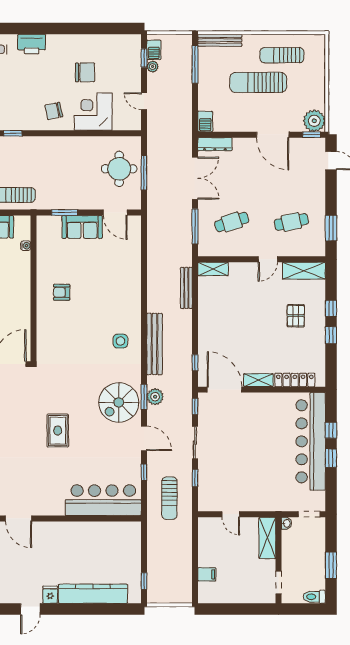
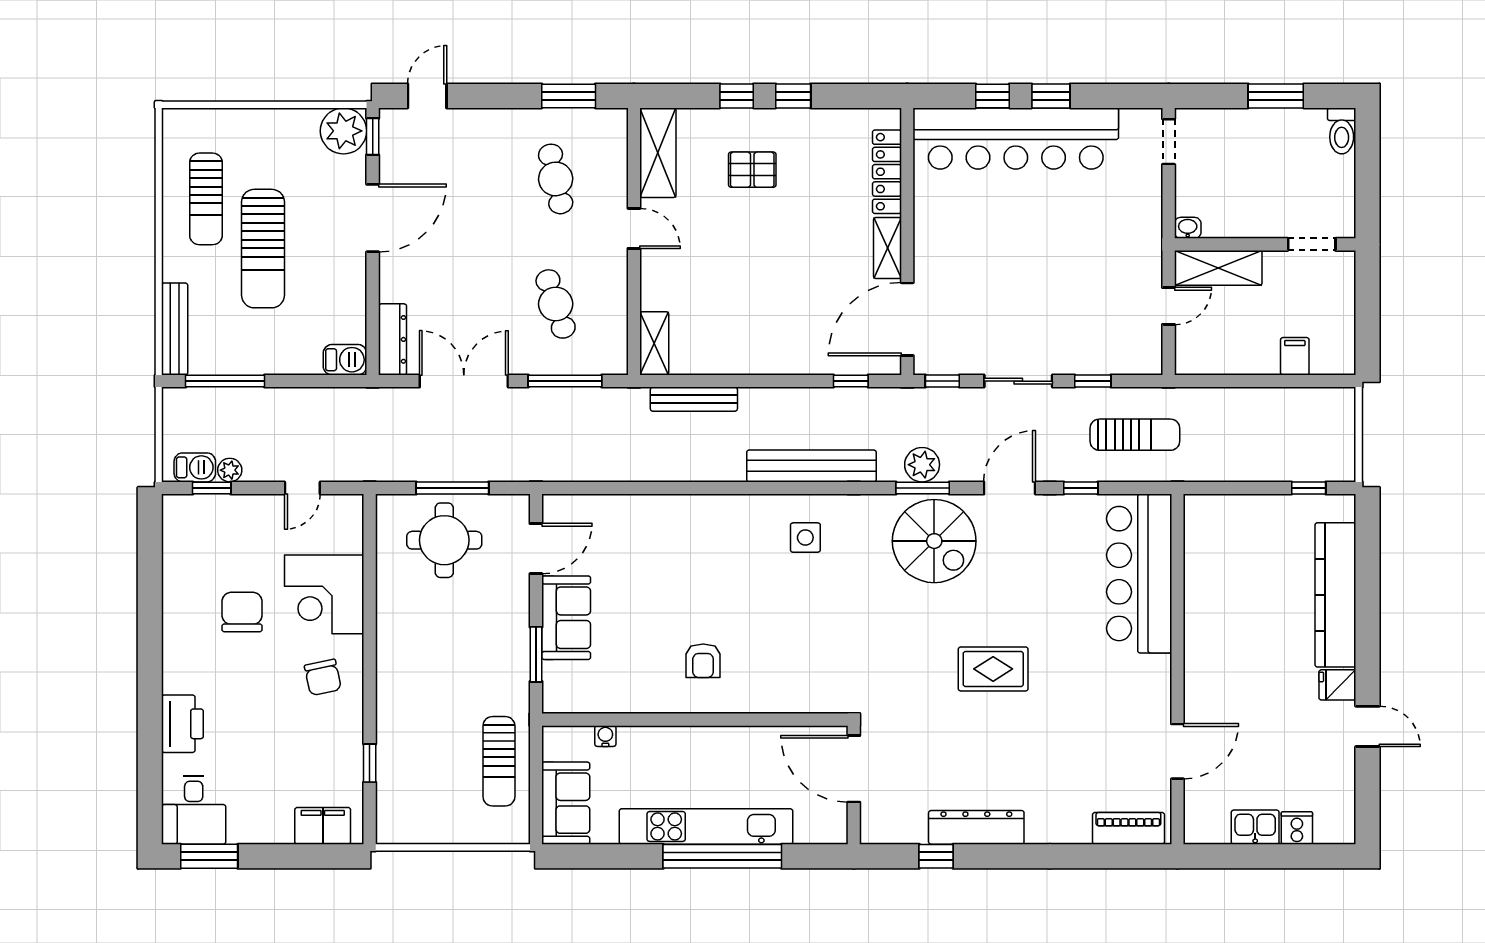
washbasin: (286, 523) -> (1188, 228), moved
shelving: (267, 538) -> (1218, 268), moved
wall: (279, 560) -> (1265, 244), moved
doorway: (279, 582) -> (1312, 244), moved

